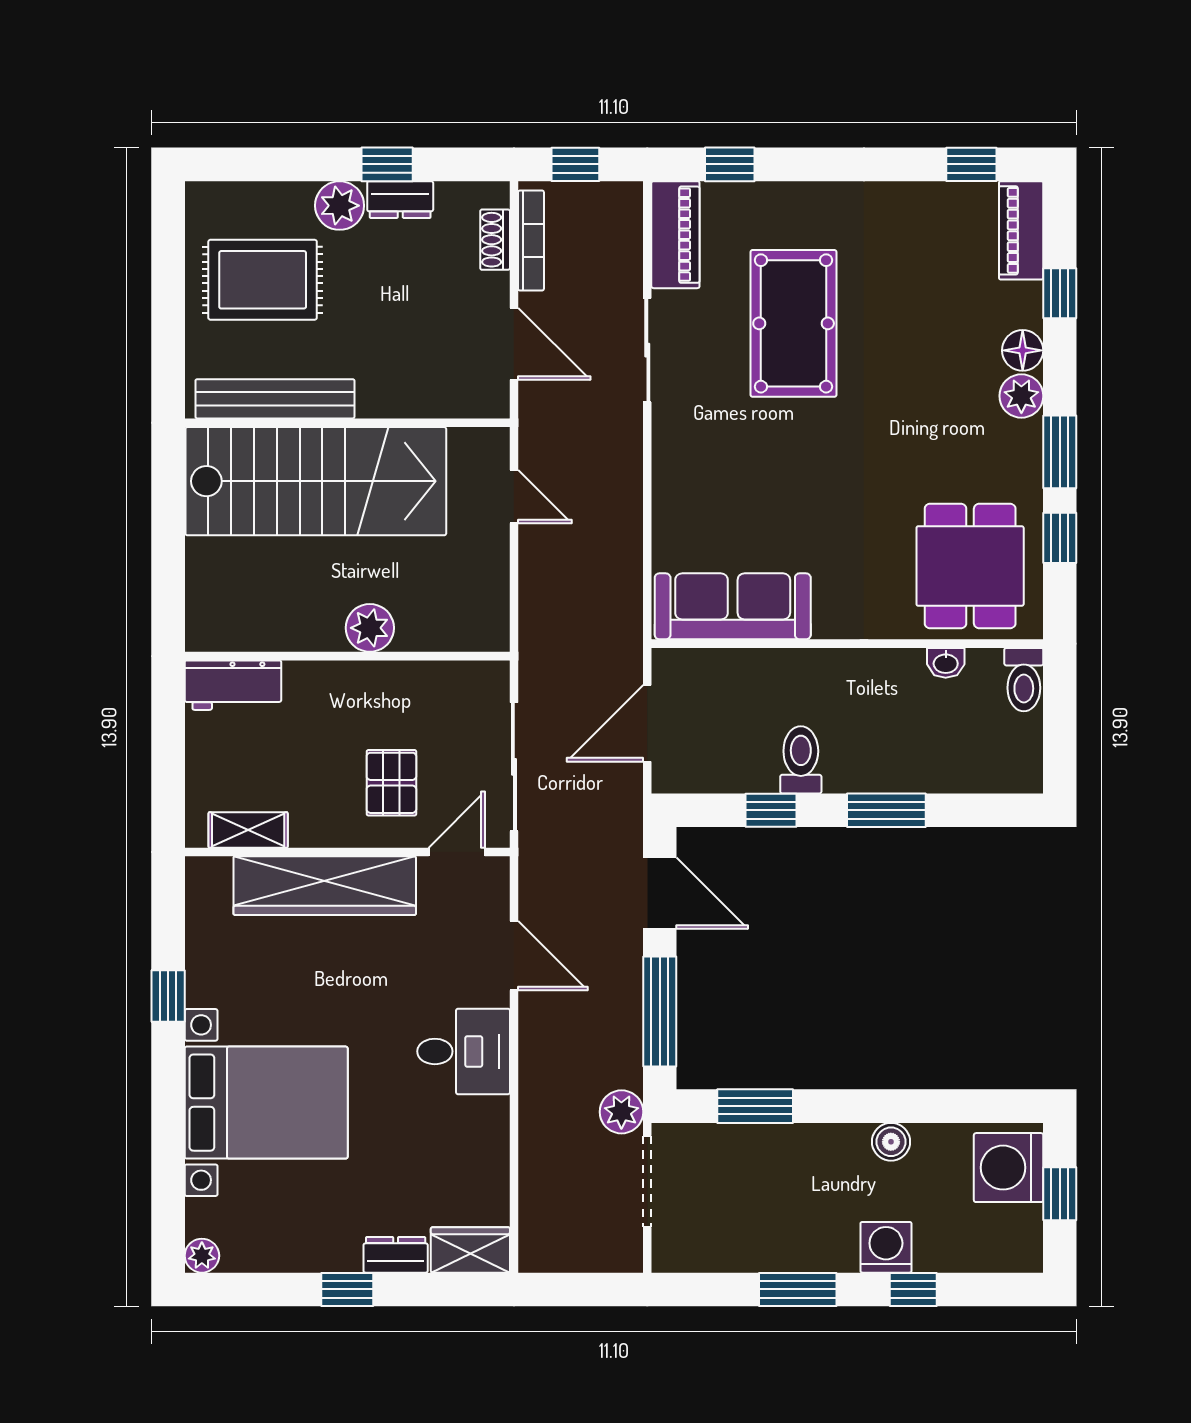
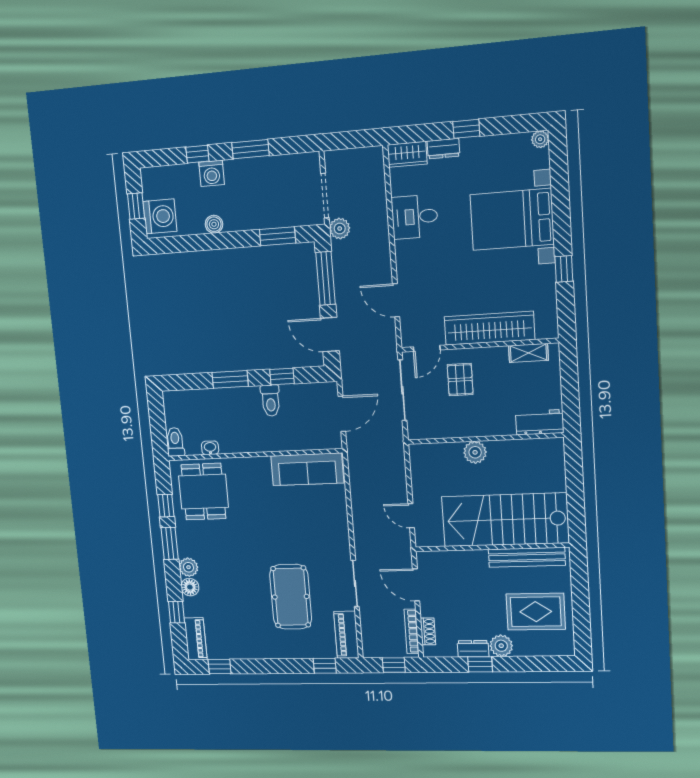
desk: (464, 1051) -> (415, 217), moved

